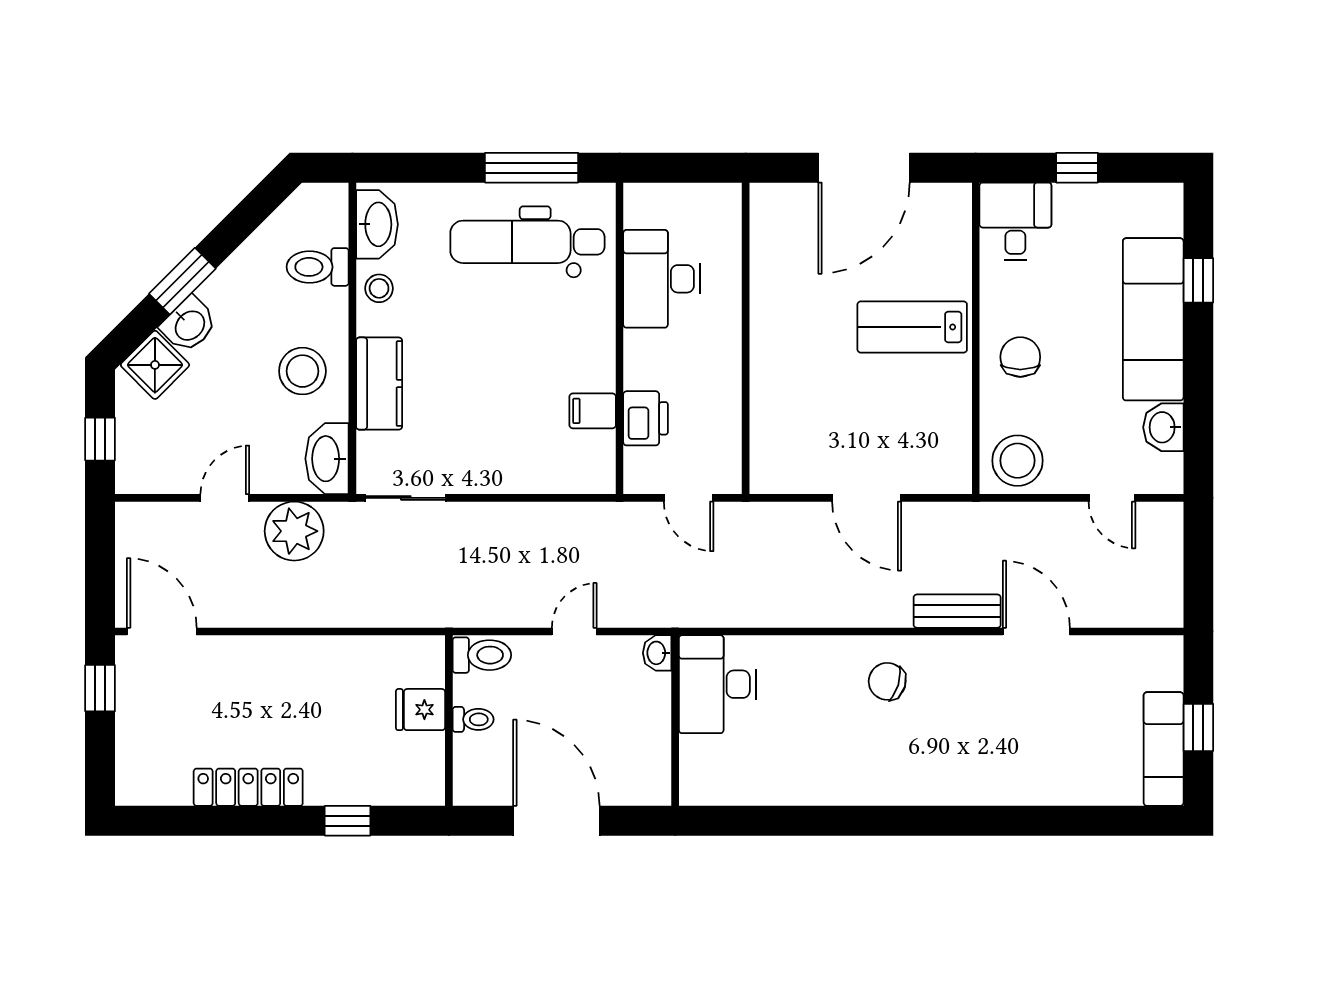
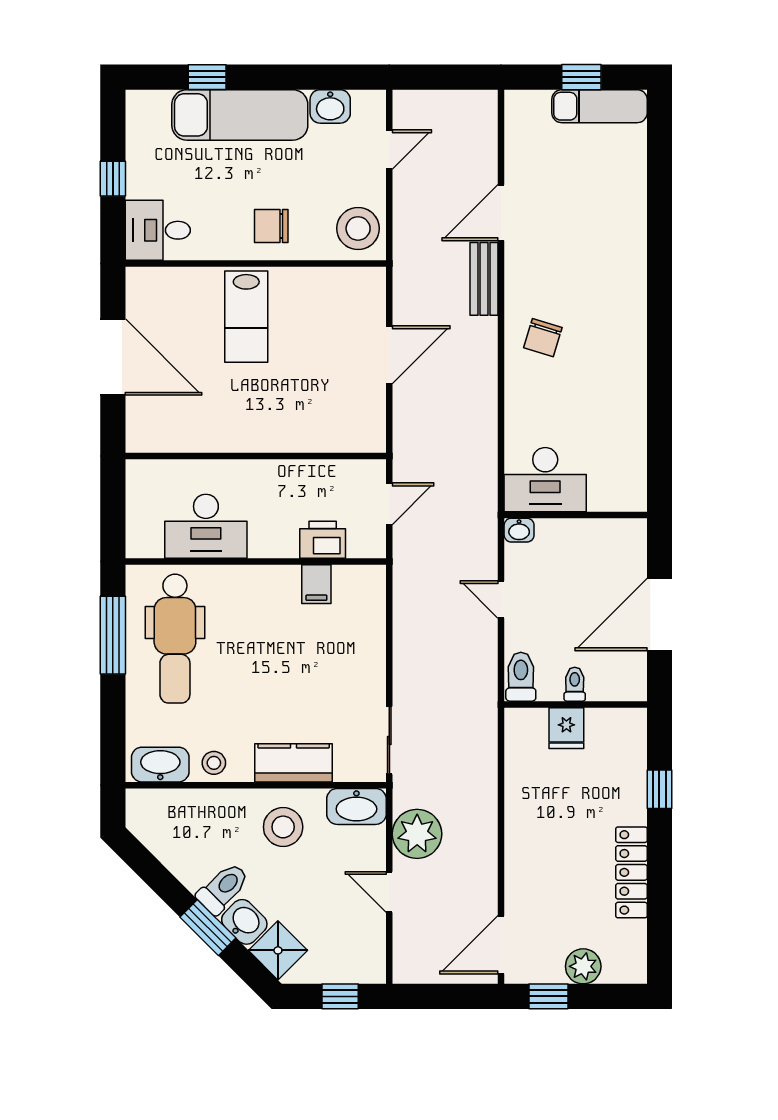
toilet: (318, 267) -> (223, 888), moved, turned -135
plant: (136, 730) -> (583, 966), added

